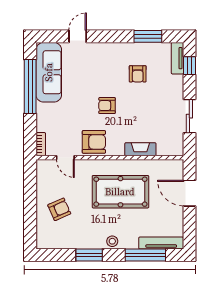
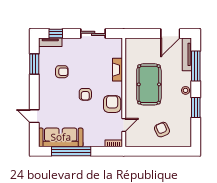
door: (189, 193) -> (170, 33), moved

